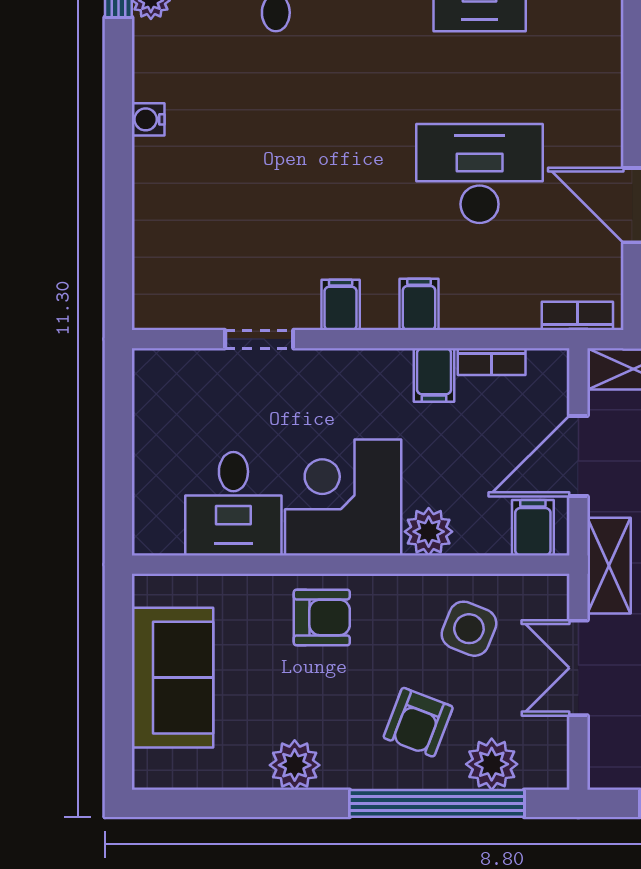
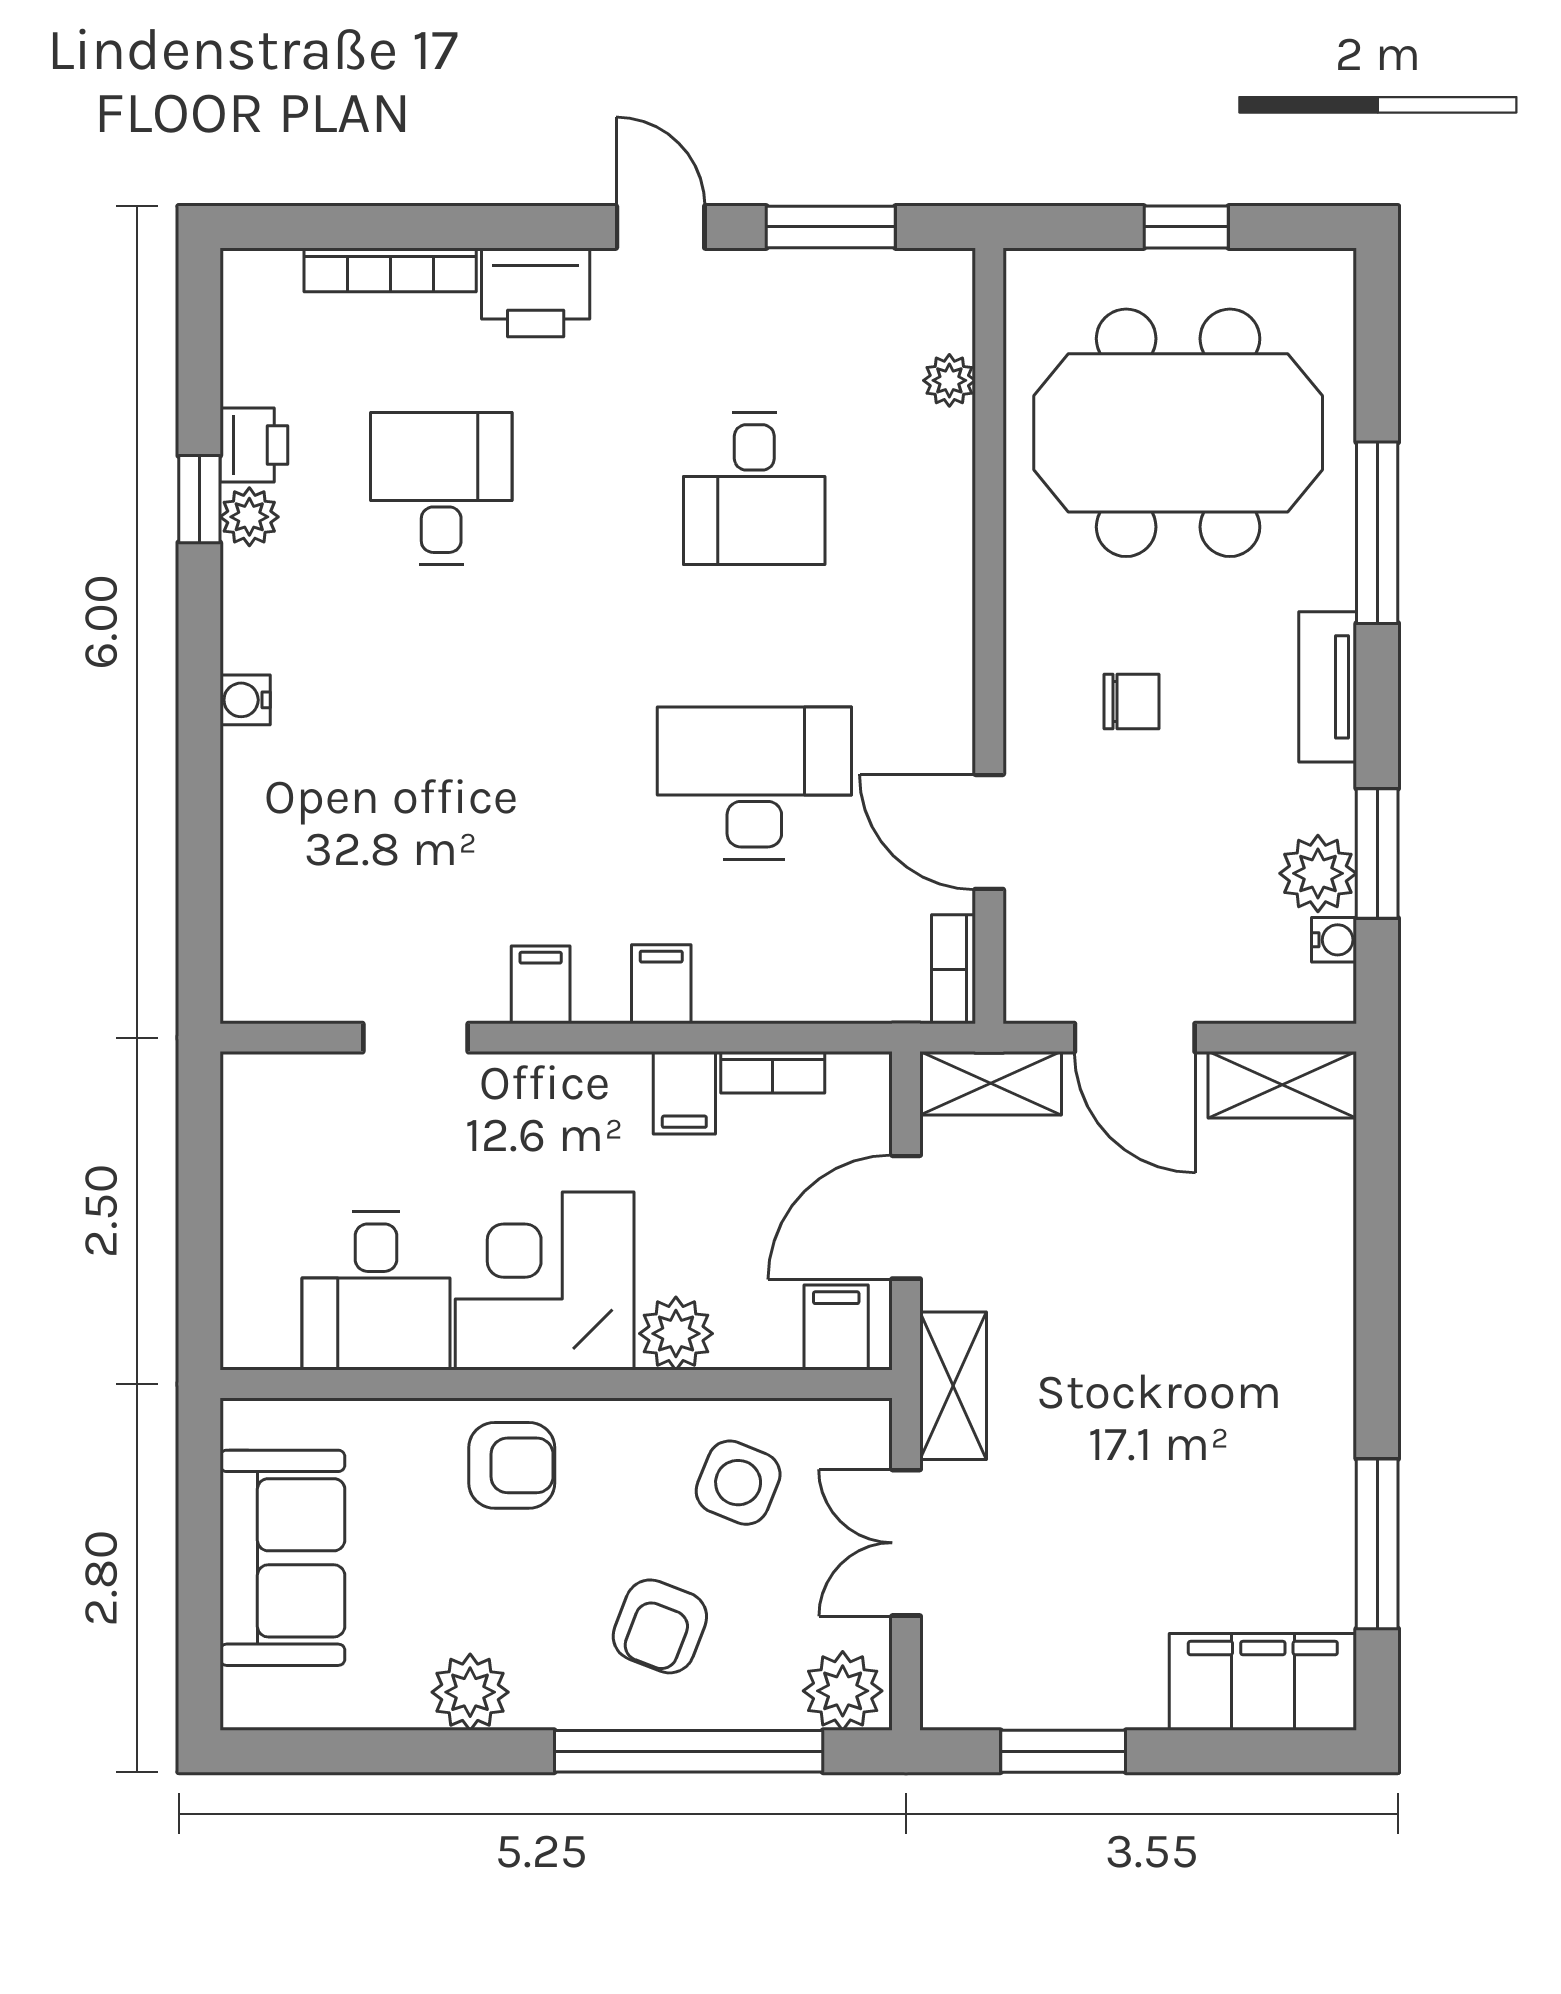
bookcase: (577, 316) -> (954, 969), moved, turned -90
plant: (492, 764) -> (843, 1691), moved

